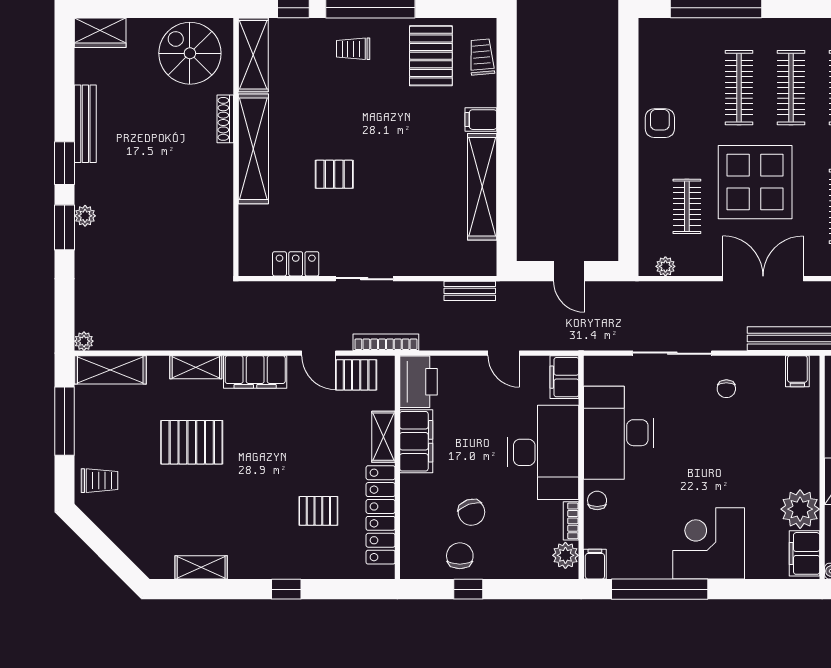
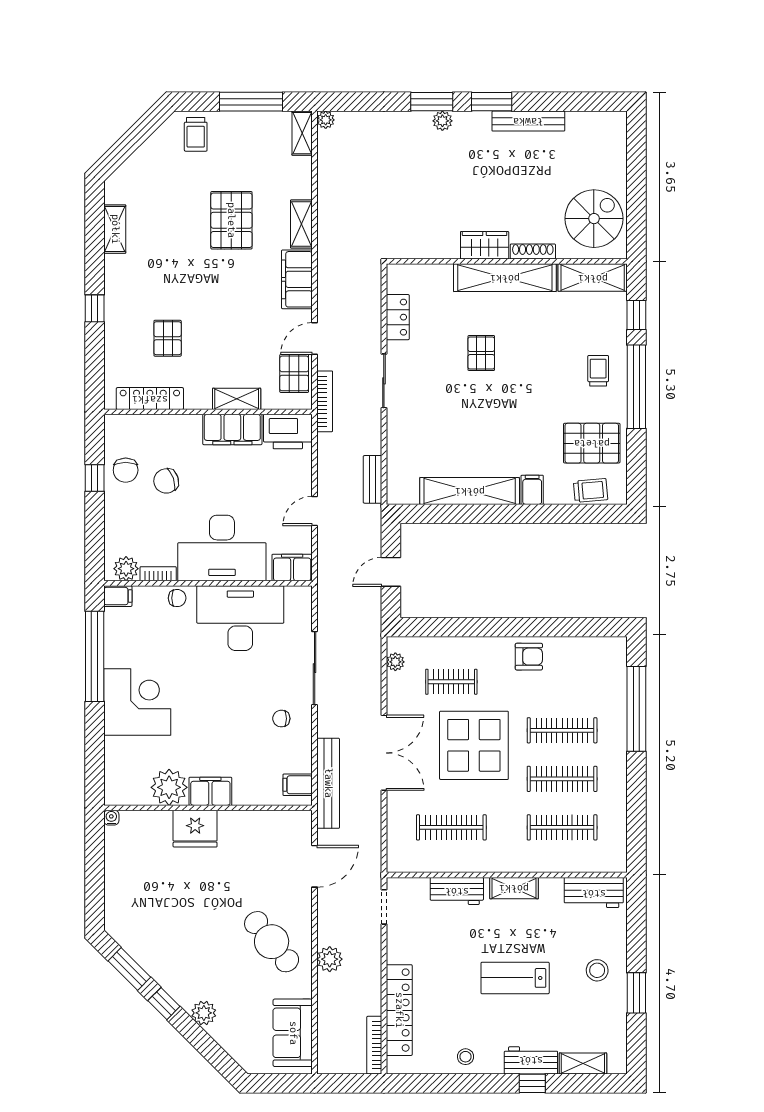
wardrobe: (100, 33) -> (485, 245), moved, turned 90
shelving: (110, 370) -> (302, 133), width x0.67, depth x0.75
locker: (381, 515) -> (150, 399), width x0.71, depth x0.83
filing cabinet: (804, 553) -> (210, 791), moved
chair: (460, 556) -> (126, 470), turned 90

